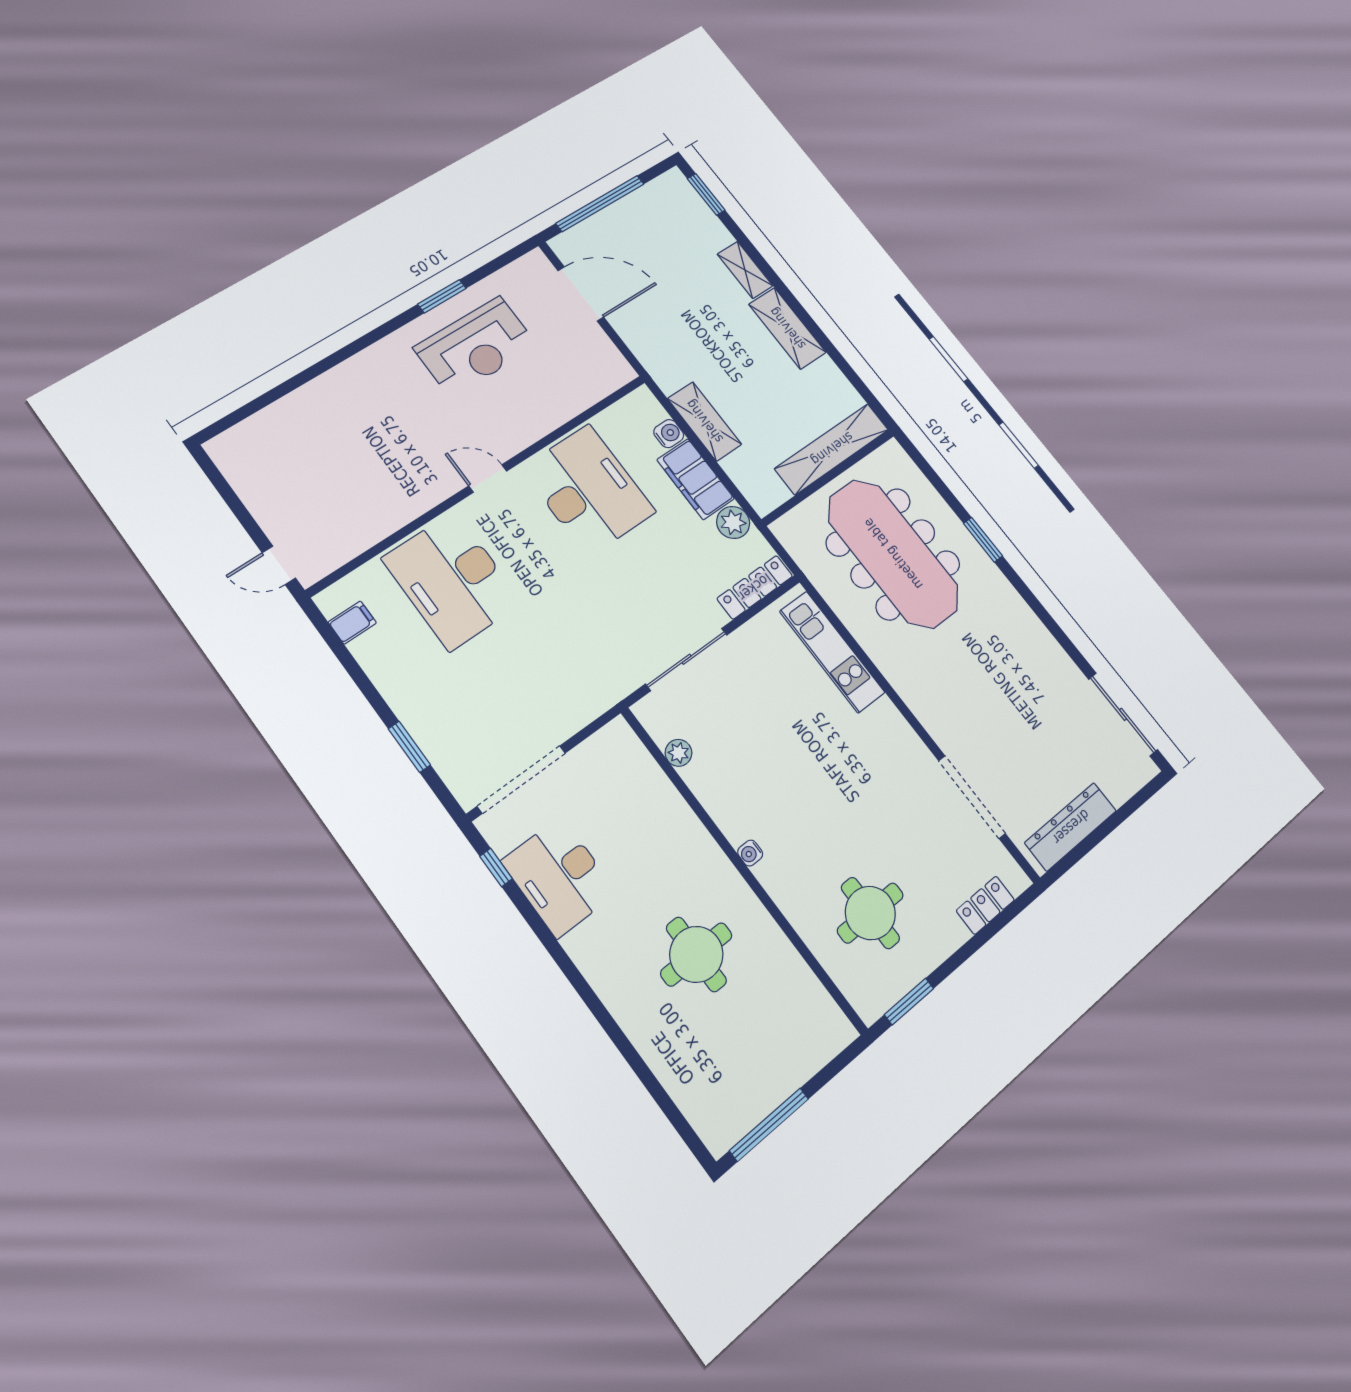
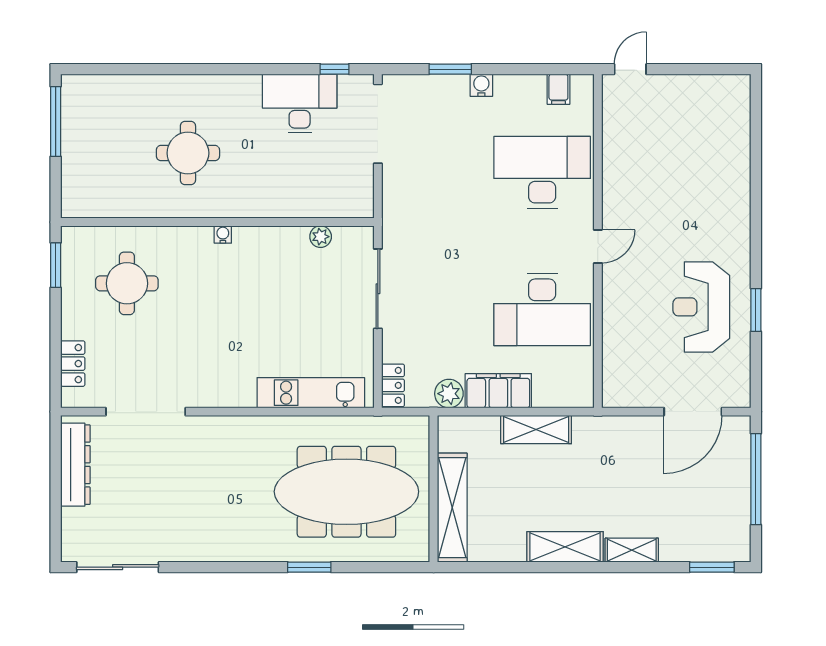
water cooler: (669, 434) -> (481, 85), moved, turned 180
locker: (755, 587) -> (393, 385), width x0.66

